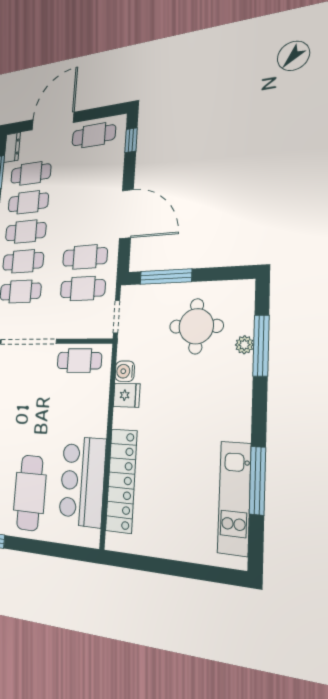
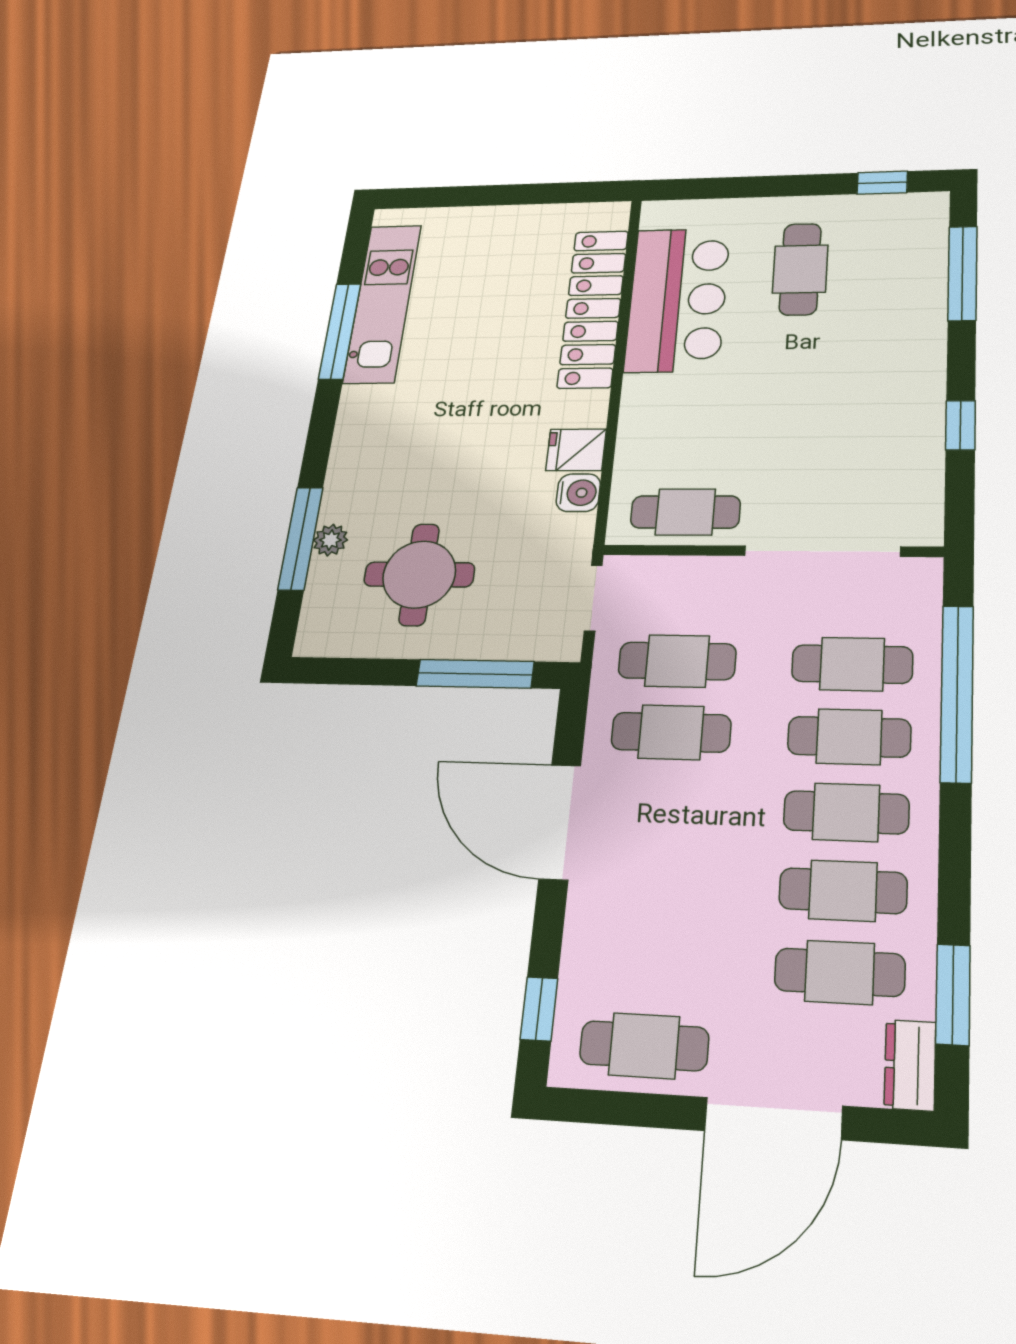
cafe table: (30, 493) -> (800, 269), width x0.73, depth x0.74

